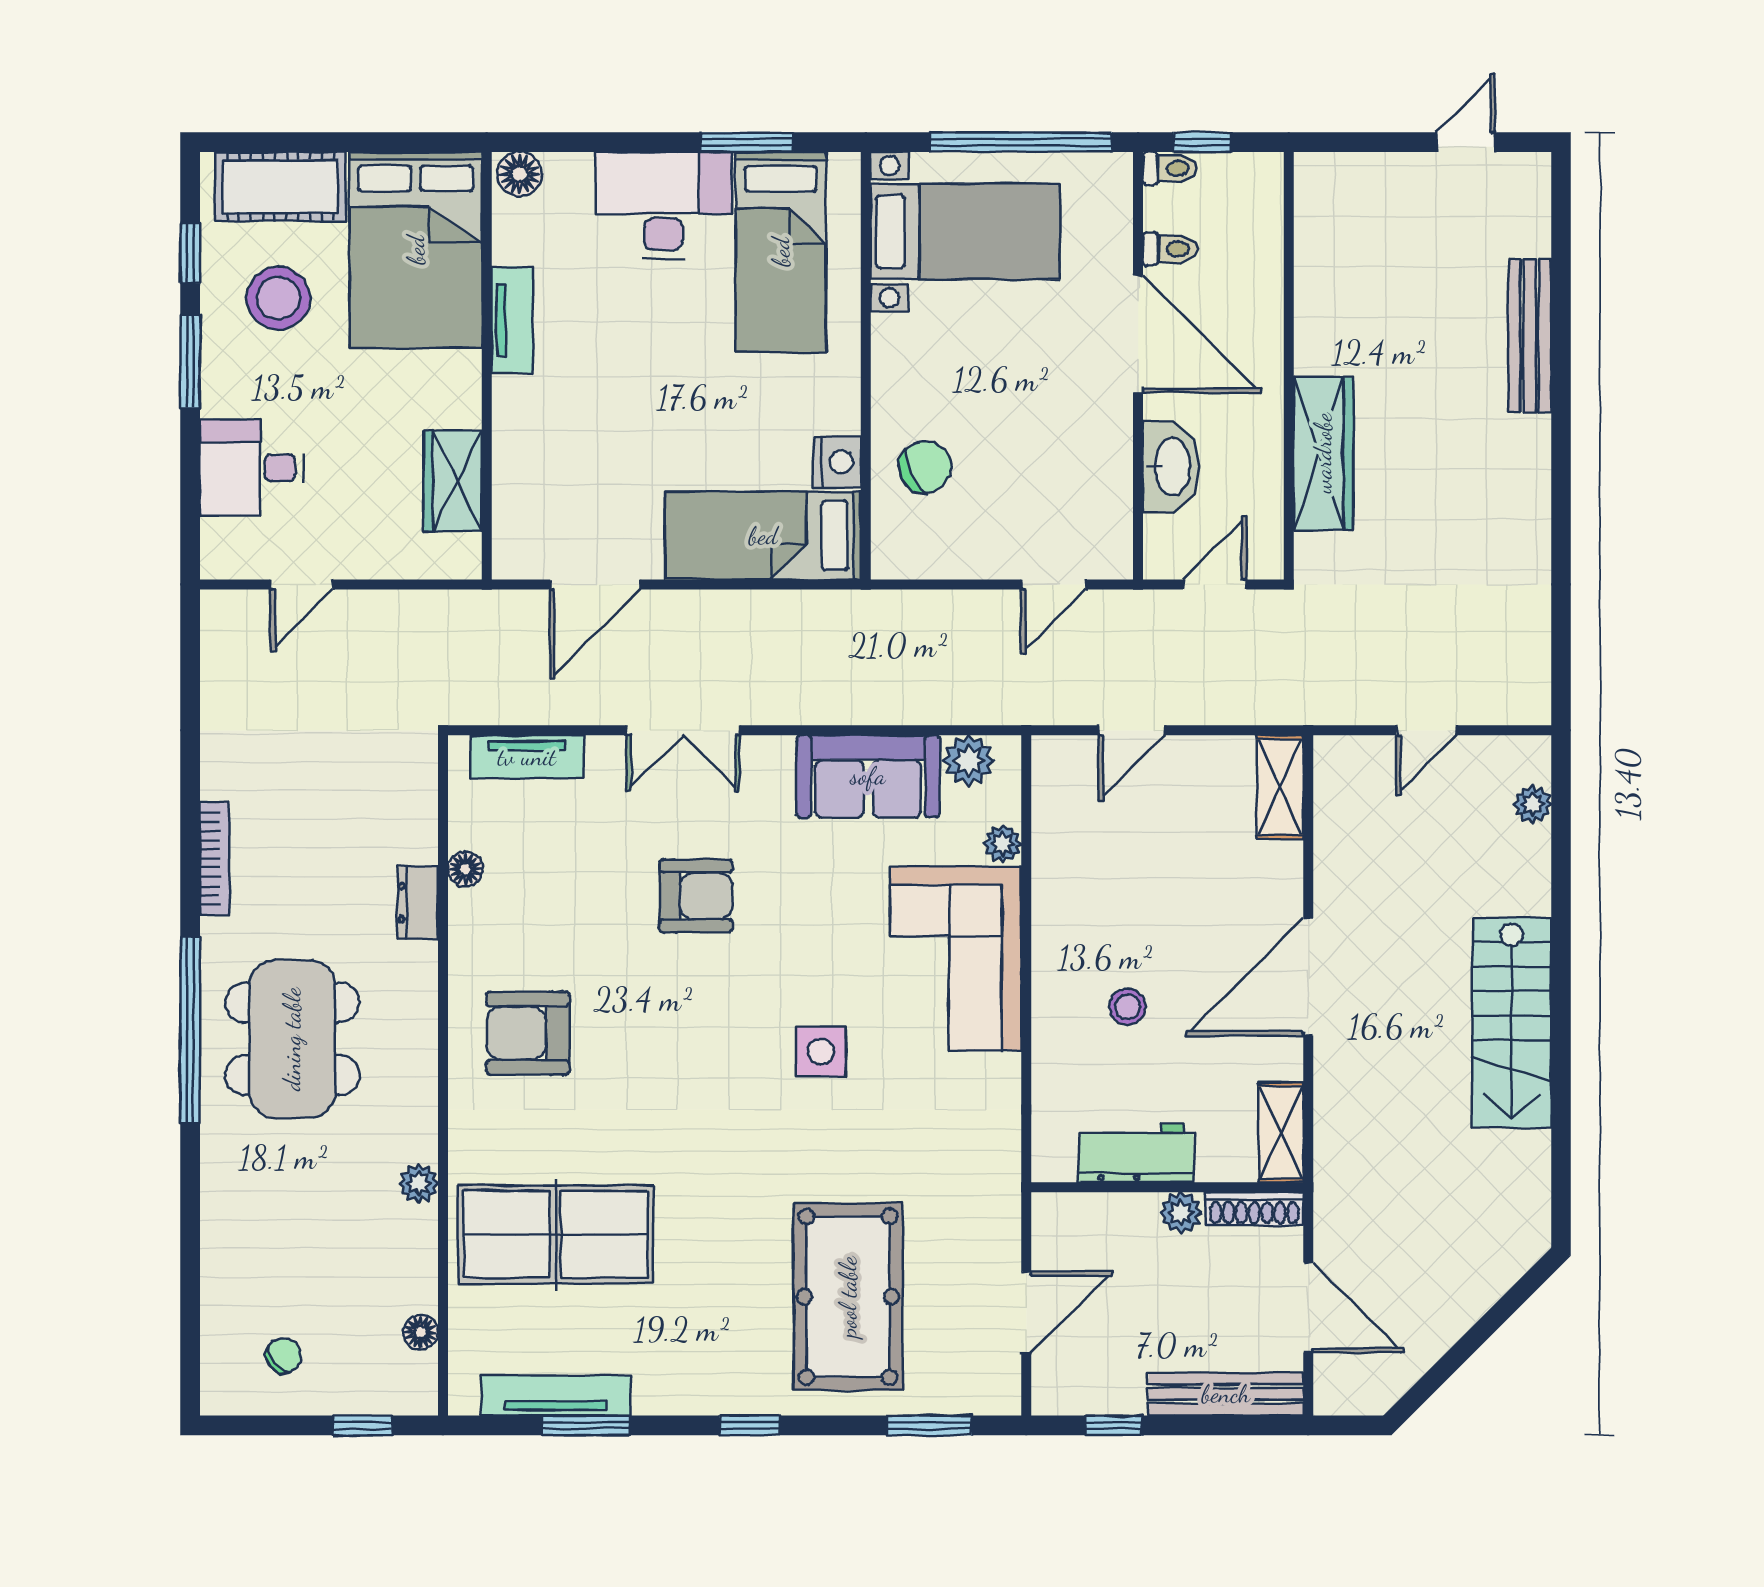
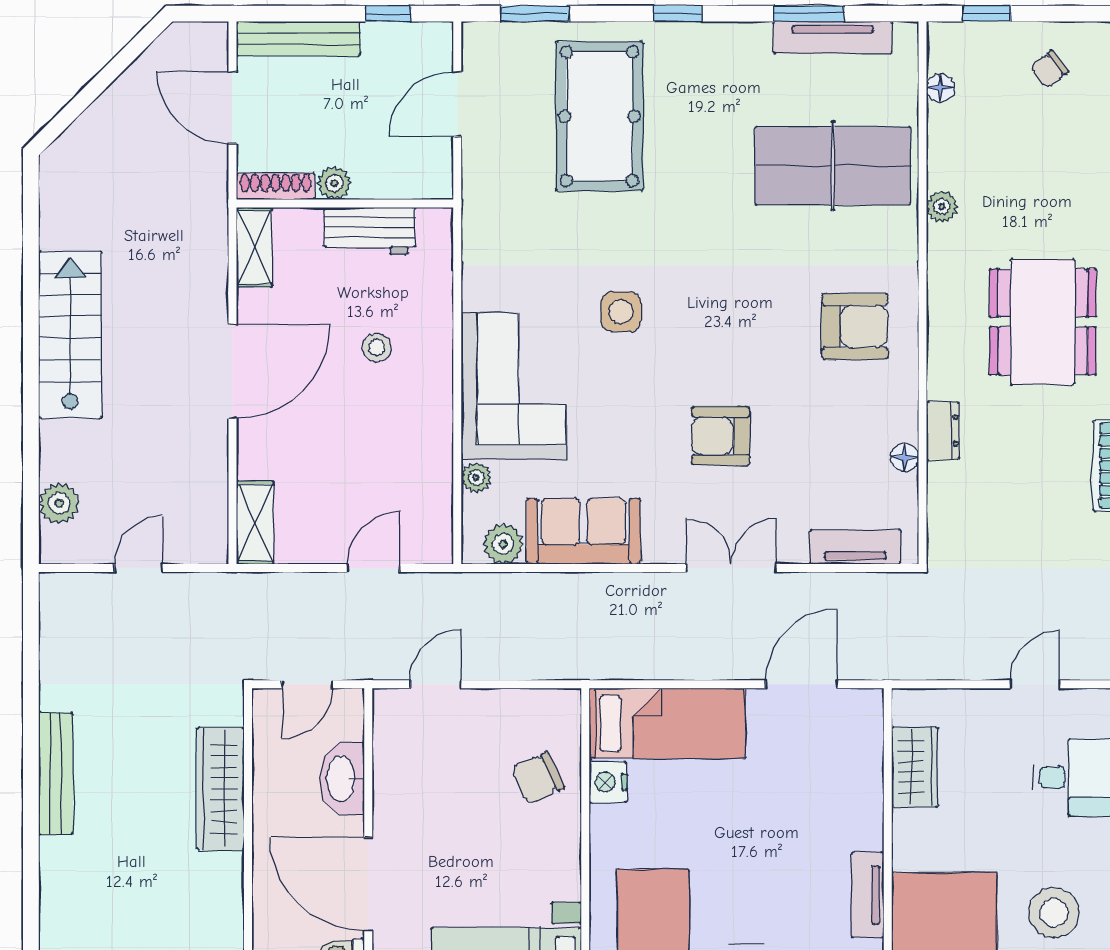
bench: (1530, 336) -> (56, 773), moved
plant: (1533, 804) -> (59, 503), width x1.38, depth x1.38

